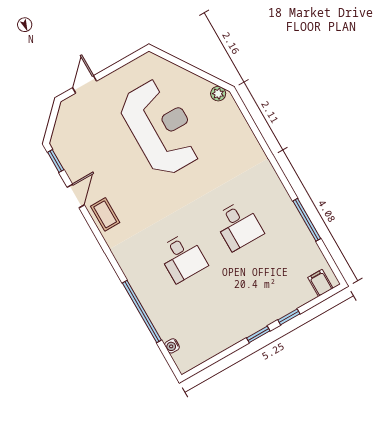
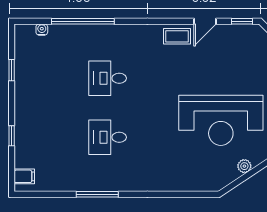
plant: (218, 94) -> (244, 166), moved
door: (76, 196) -> (205, 21), hinge flipped
window: (307, 220) -> (97, 194), moved
window: (258, 334) -> (12, 70), moved

